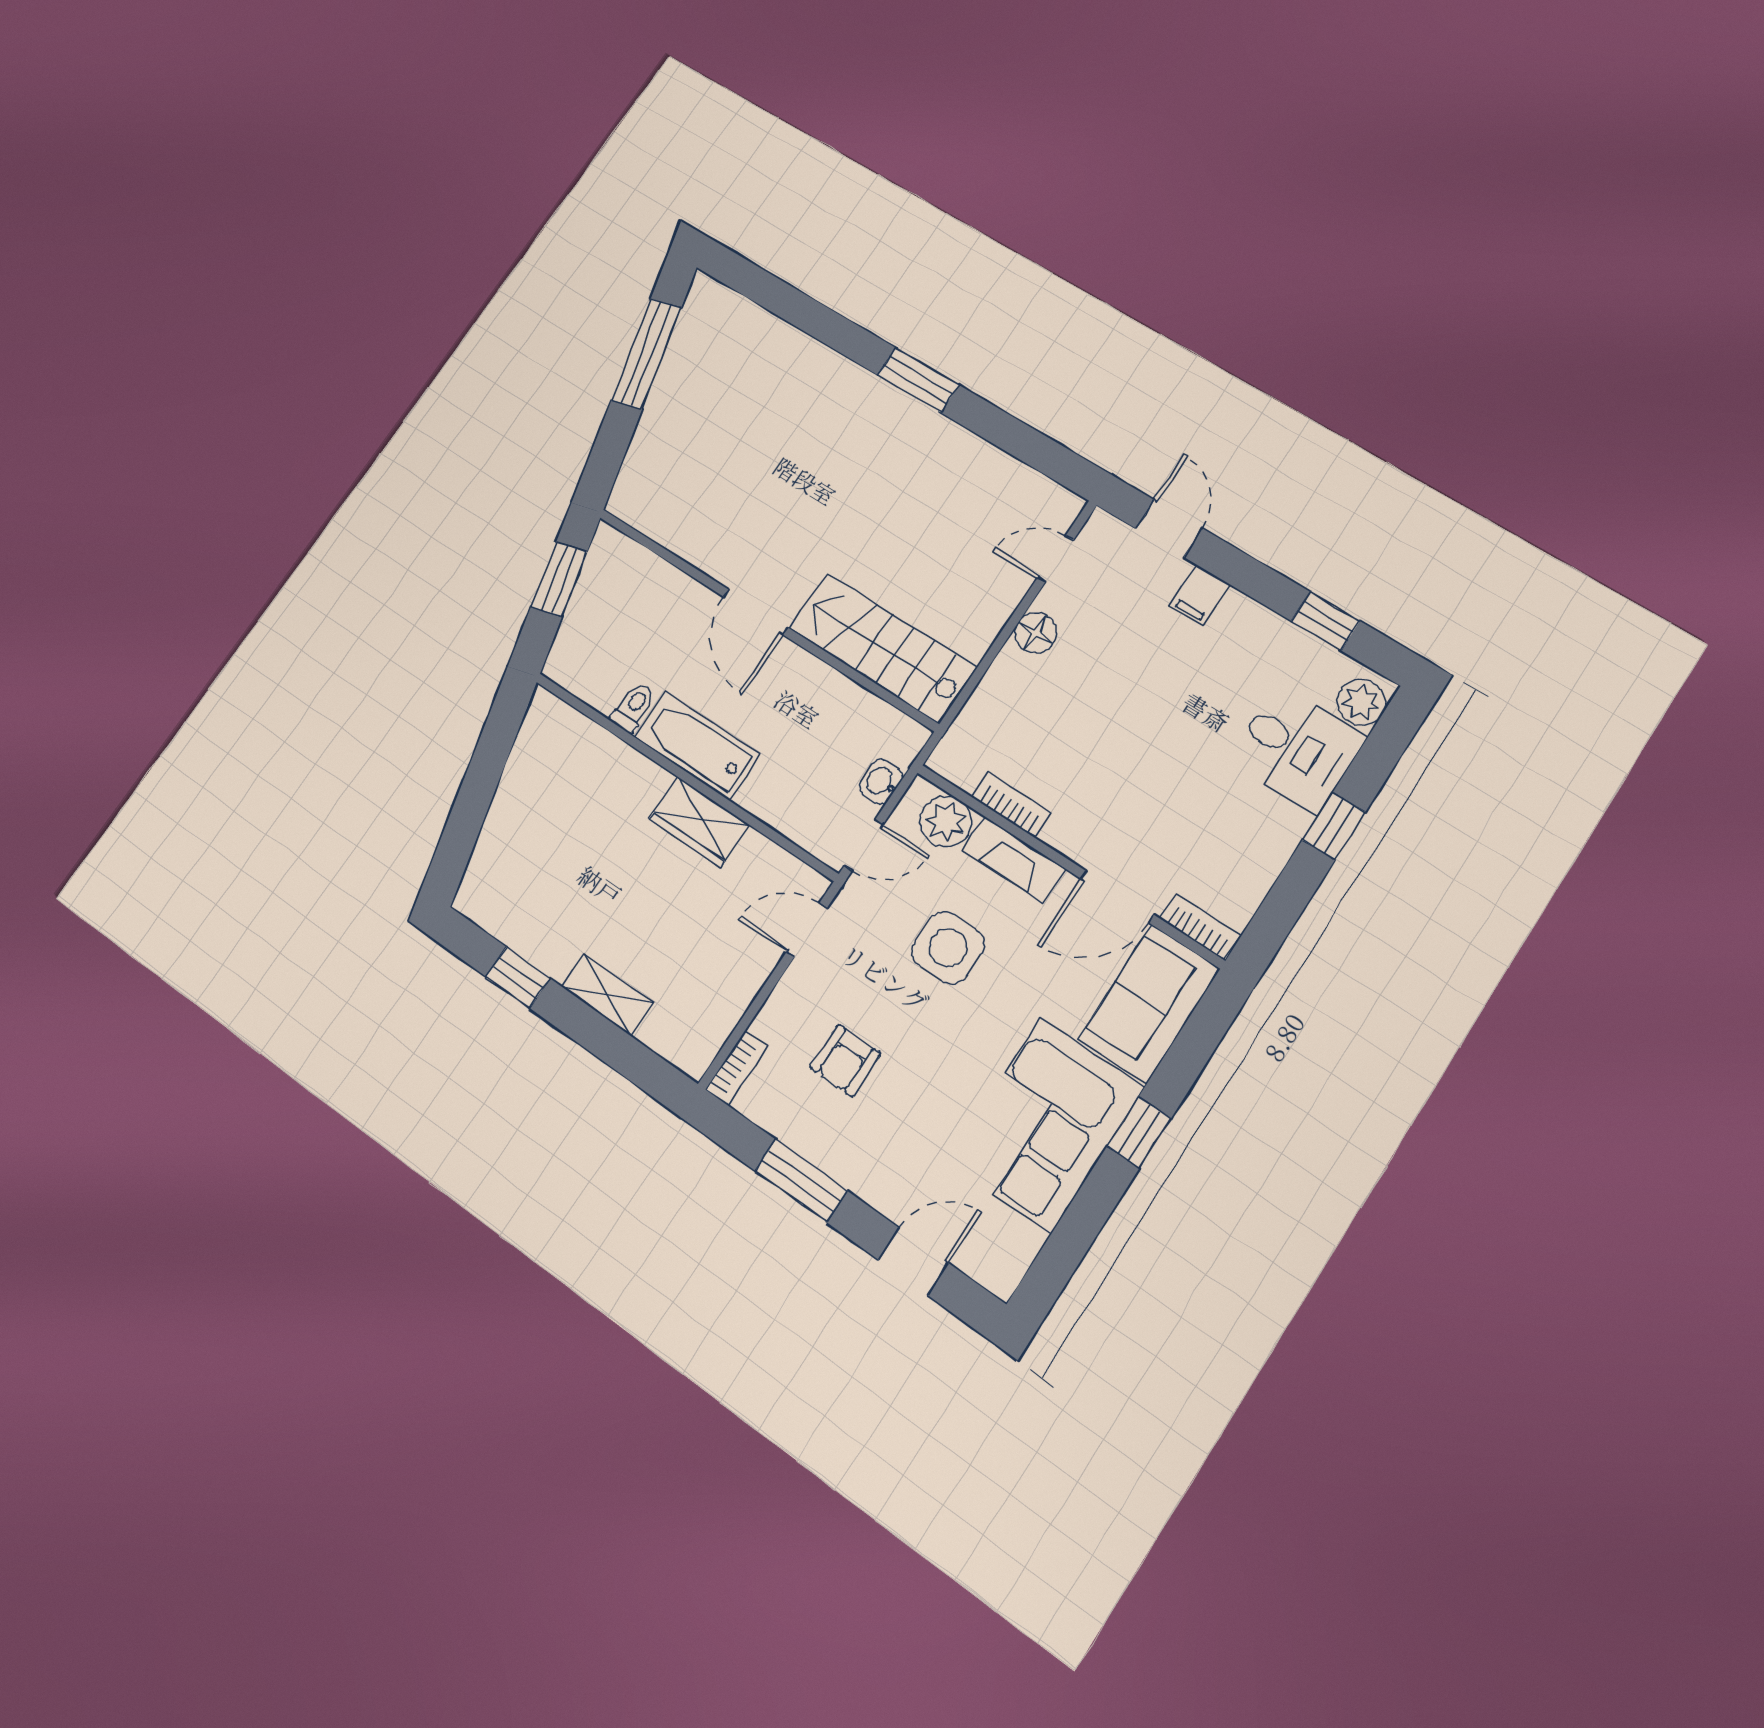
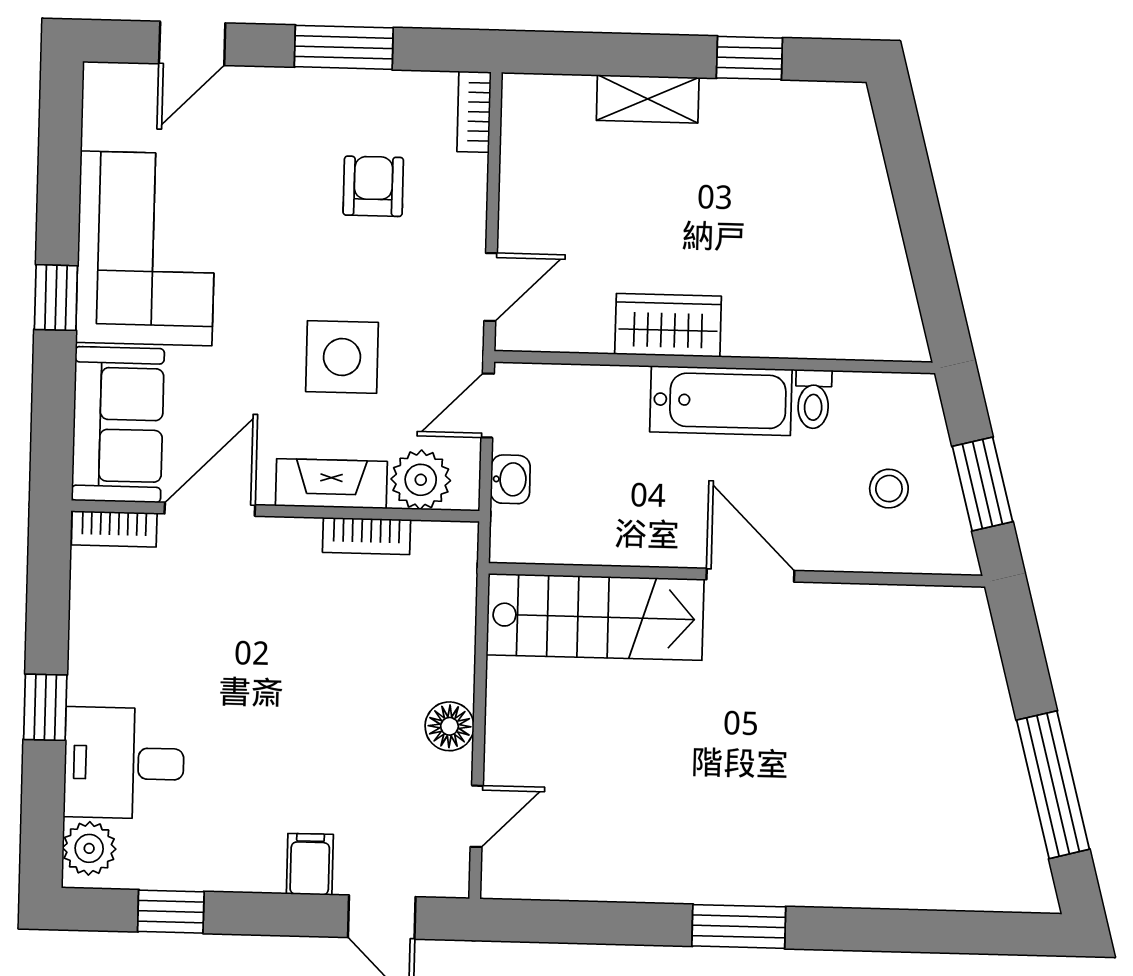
stool: (623, 614) -> (889, 489), added

